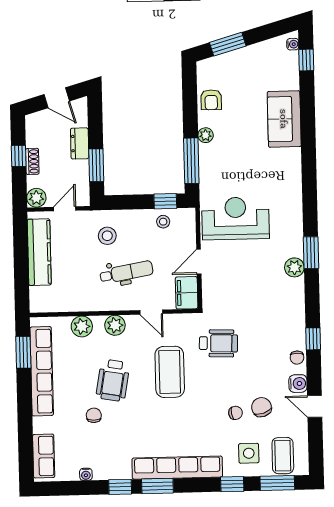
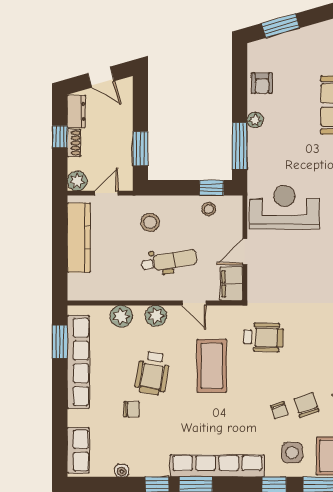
dresser: (80, 143) -> (76, 112), moved, turned 180
chair: (236, 413) -> (279, 410), turned 82
chair: (94, 415) -> (131, 409), turned 90

